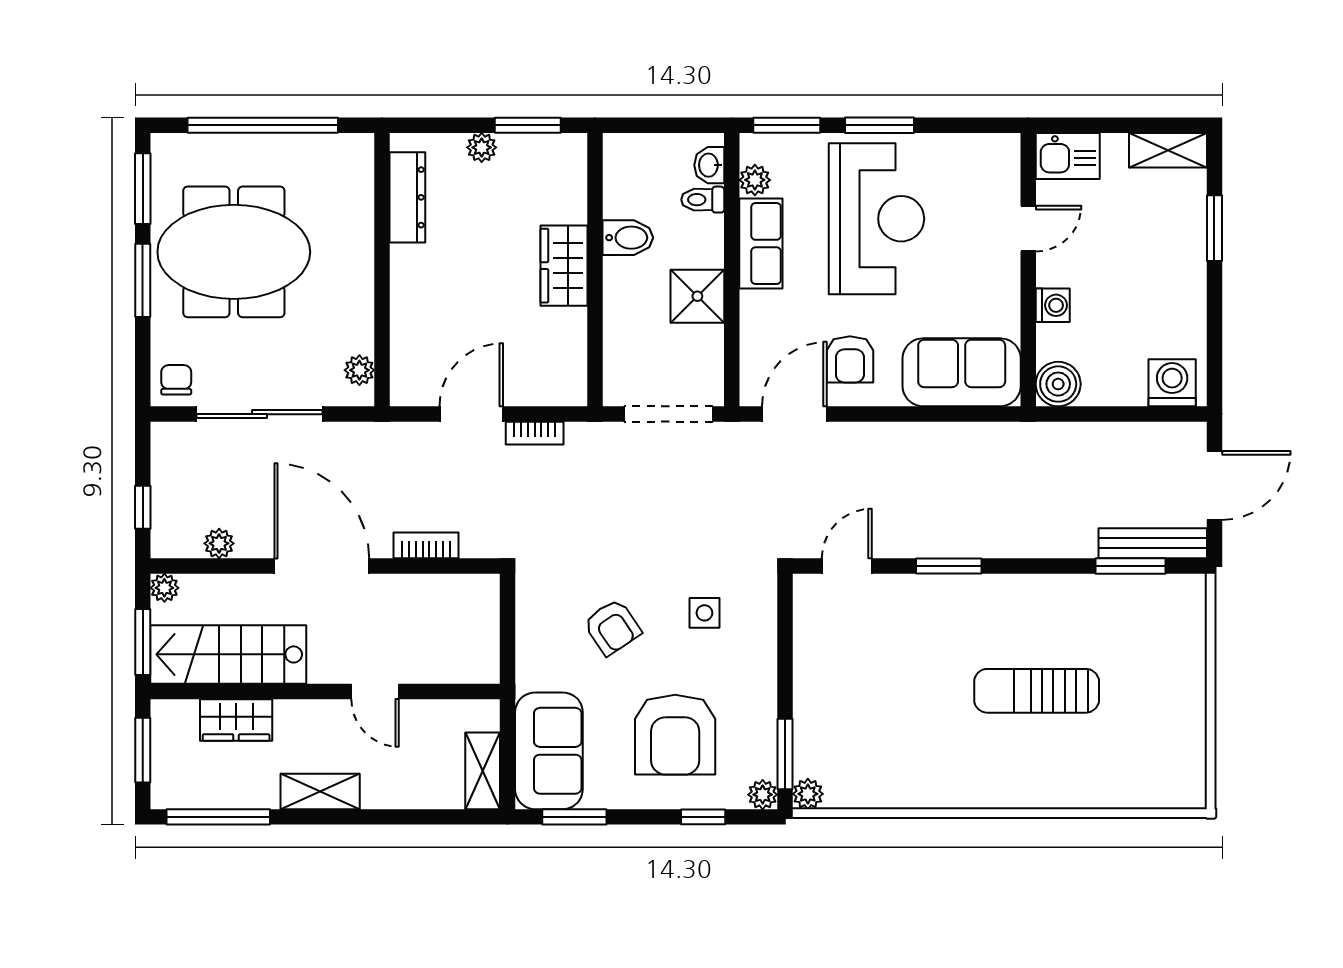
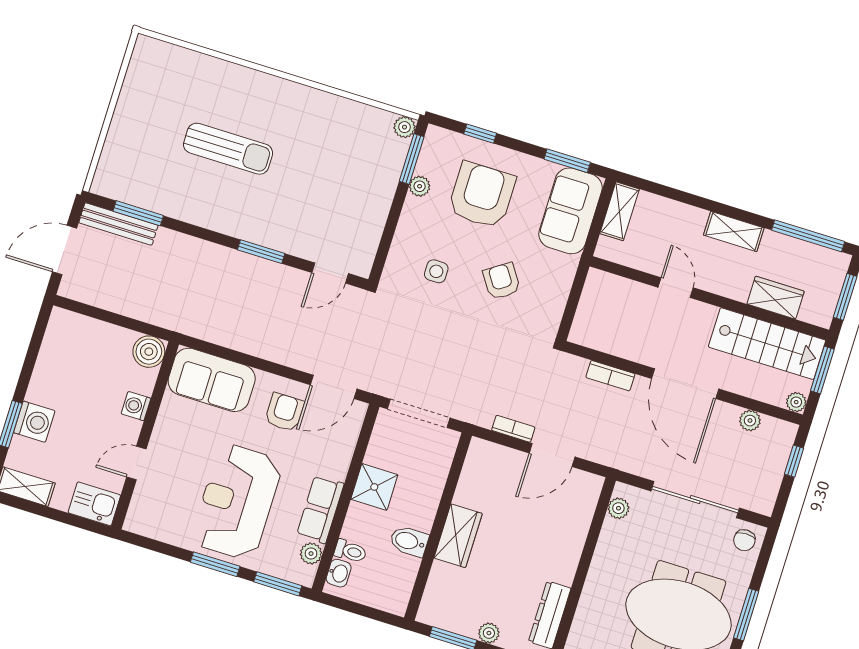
washing machine: (1172, 383) -> (34, 422), moved, turned -90
plant: (763, 795) -> (420, 186), moved

